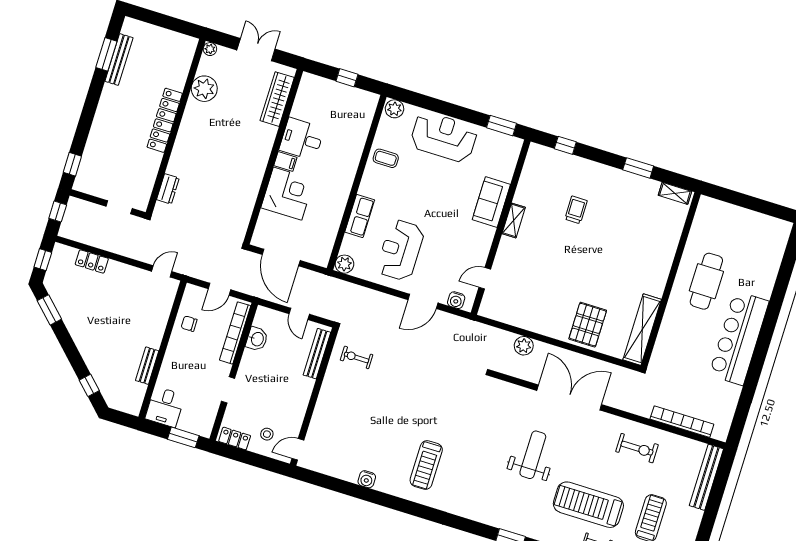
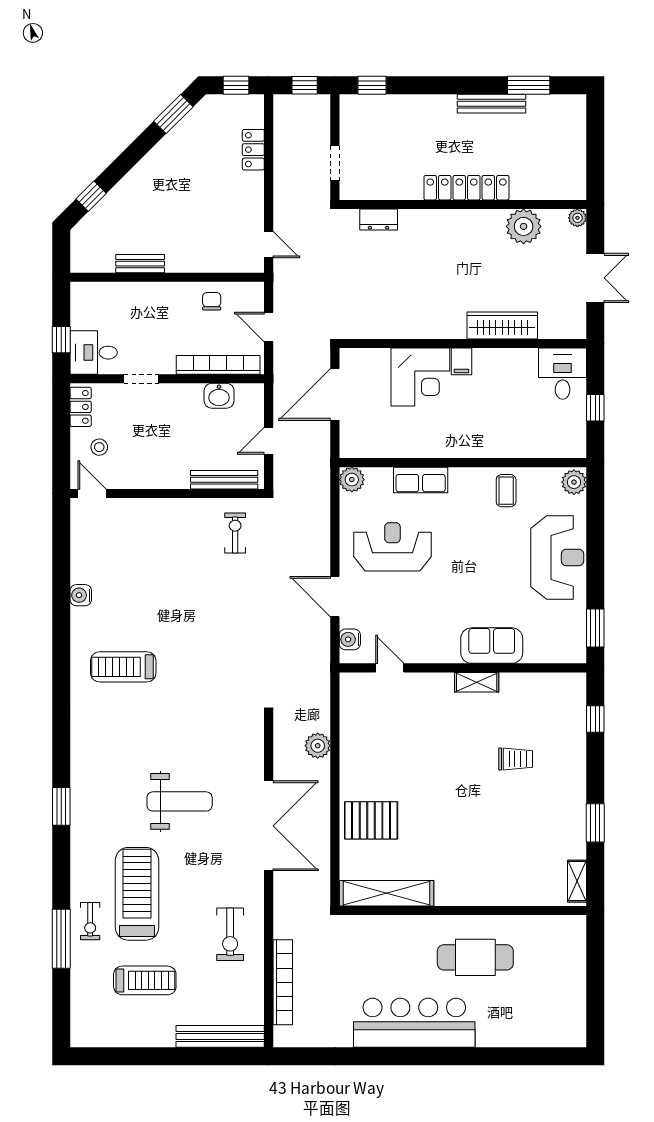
bench: (119, 59) -> (491, 104), moved
wardrobe: (277, 99) -> (502, 326), moved
desk: (302, 139) -> (563, 374), moved
desk: (165, 407) -> (94, 353), moved
window: (183, 437) -> (61, 340), width x0.67

